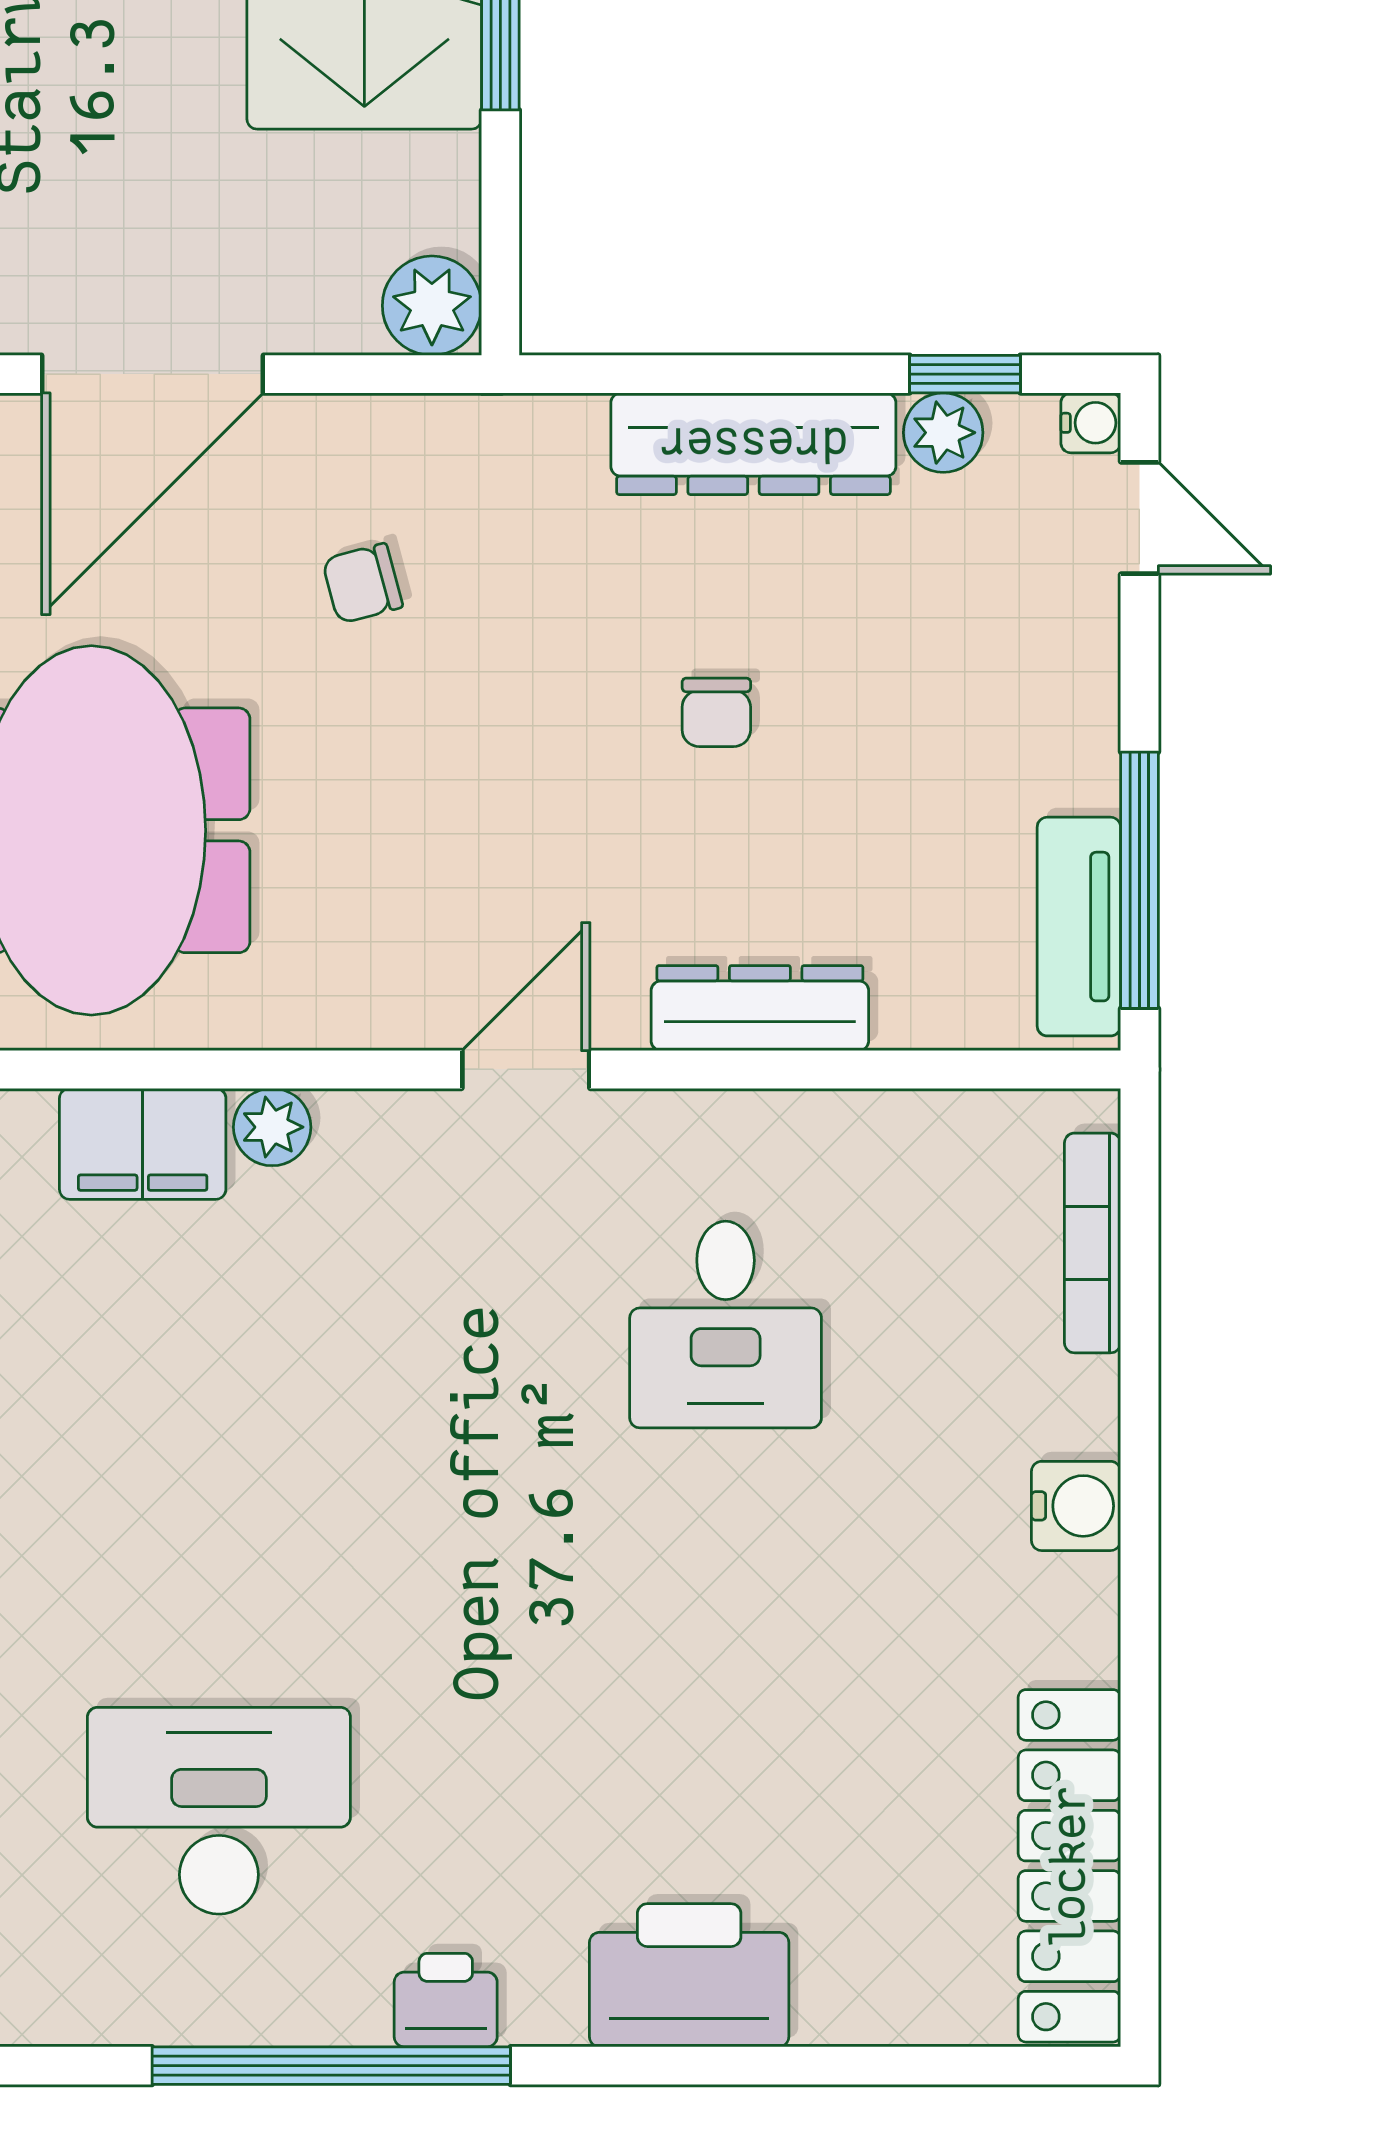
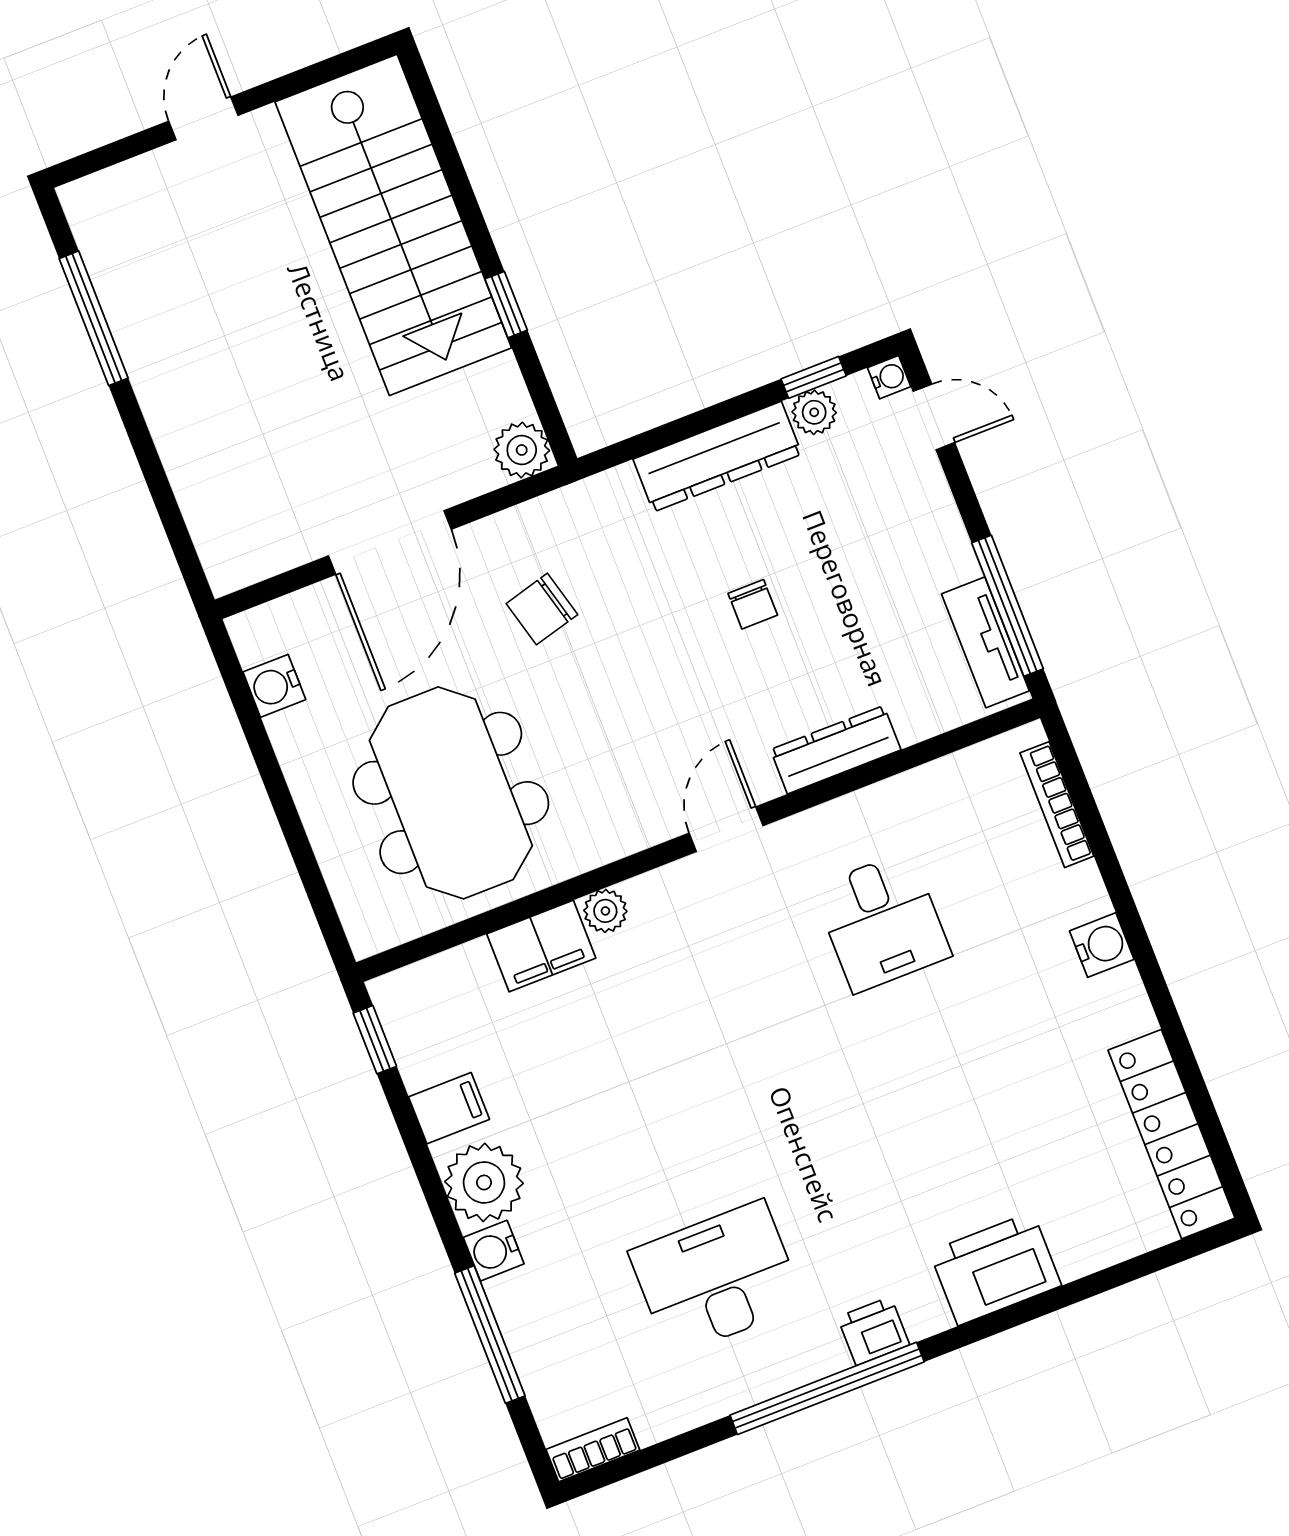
chair: (362, 583) -> (542, 609), width x1.37, depth x1.37

